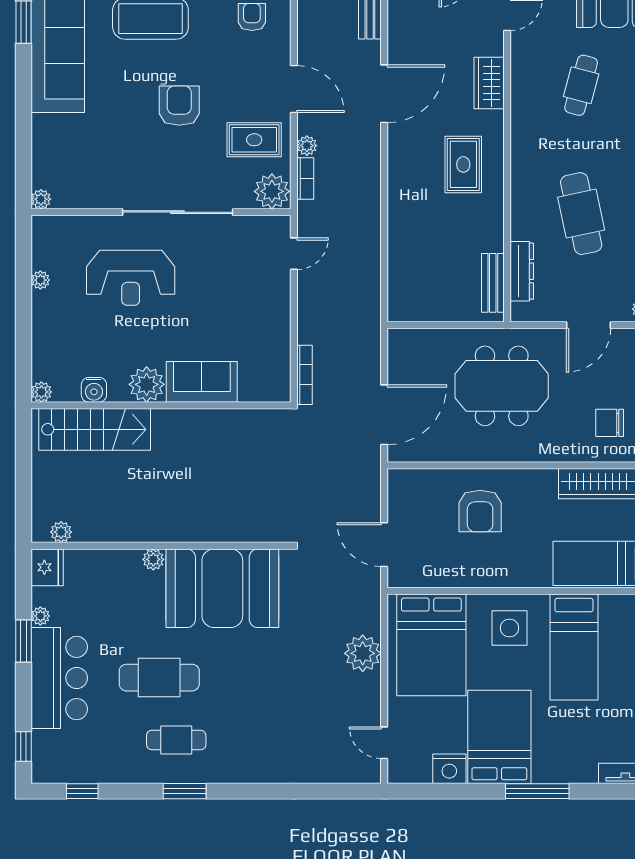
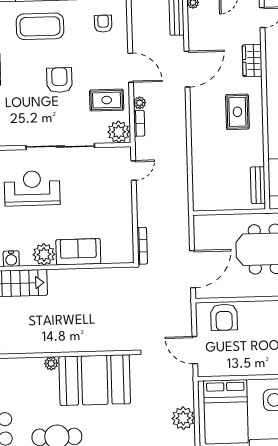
reception desk: (131, 278) -> (32, 188), turned 180
armchair: (480, 511) -> (224, 317), moved

